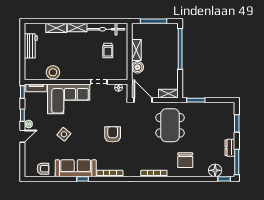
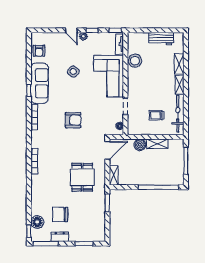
dining table: (170, 125) -> (82, 177), width x0.73
chair: (185, 160) -> (60, 214), moved

